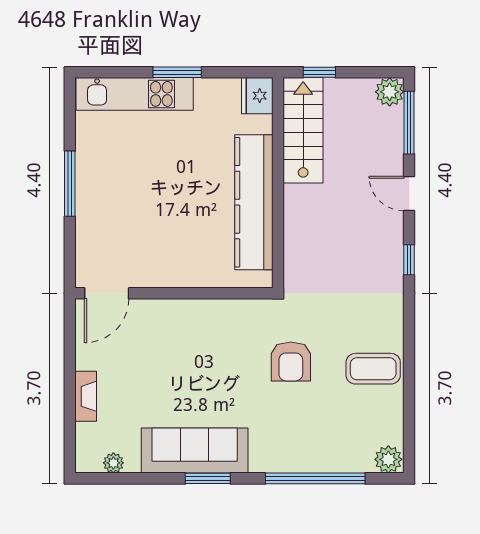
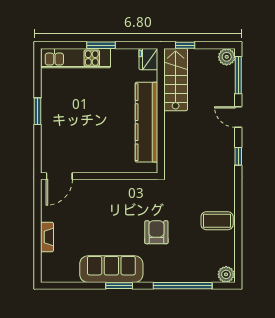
window: (70, 184) -> (38, 111), width x0.69
armchair: (291, 361) -> (156, 232), moved, turned 180
plant: (113, 463) -> (63, 276), removed

